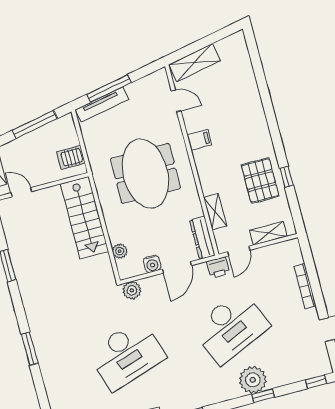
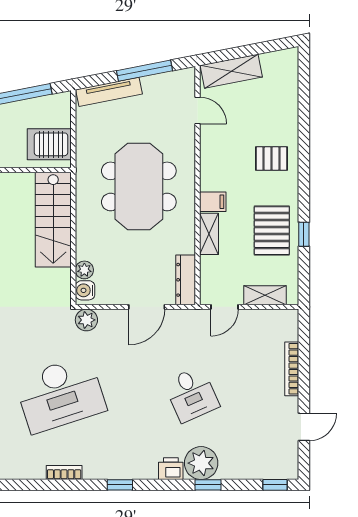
window: (109, 88) -> (144, 71), moved
pallet: (245, 124) -> (272, 159), added
filing cabinet: (199, 140) -> (213, 202), moved
server rack: (71, 157) -> (49, 144), width x1.36, depth x1.44
shelving: (215, 212) -> (209, 234), moved
water cooler: (152, 264) -> (85, 290), moved, turned 90
printer: (218, 268) -> (171, 469), moved, turned 180
desk: (231, 327) -> (192, 394), width x0.53, depth x0.77

